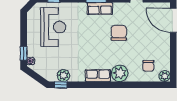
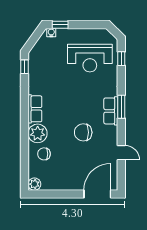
chair: (119, 33) -> (83, 132), turned 180
chair: (148, 66) -> (44, 154), moved
plant: (63, 75) -> (35, 70), removed

